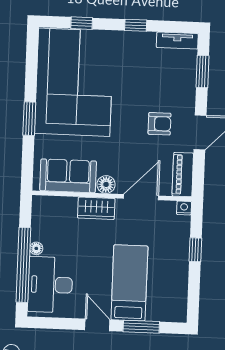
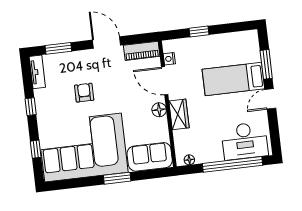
armchair: (160, 124) -> (84, 93), moved
sofa: (68, 176) -> (150, 157), moved, turned 90
nightstand: (184, 208) -> (169, 59), moved
floor lamp: (36, 248) -> (189, 160), moved

